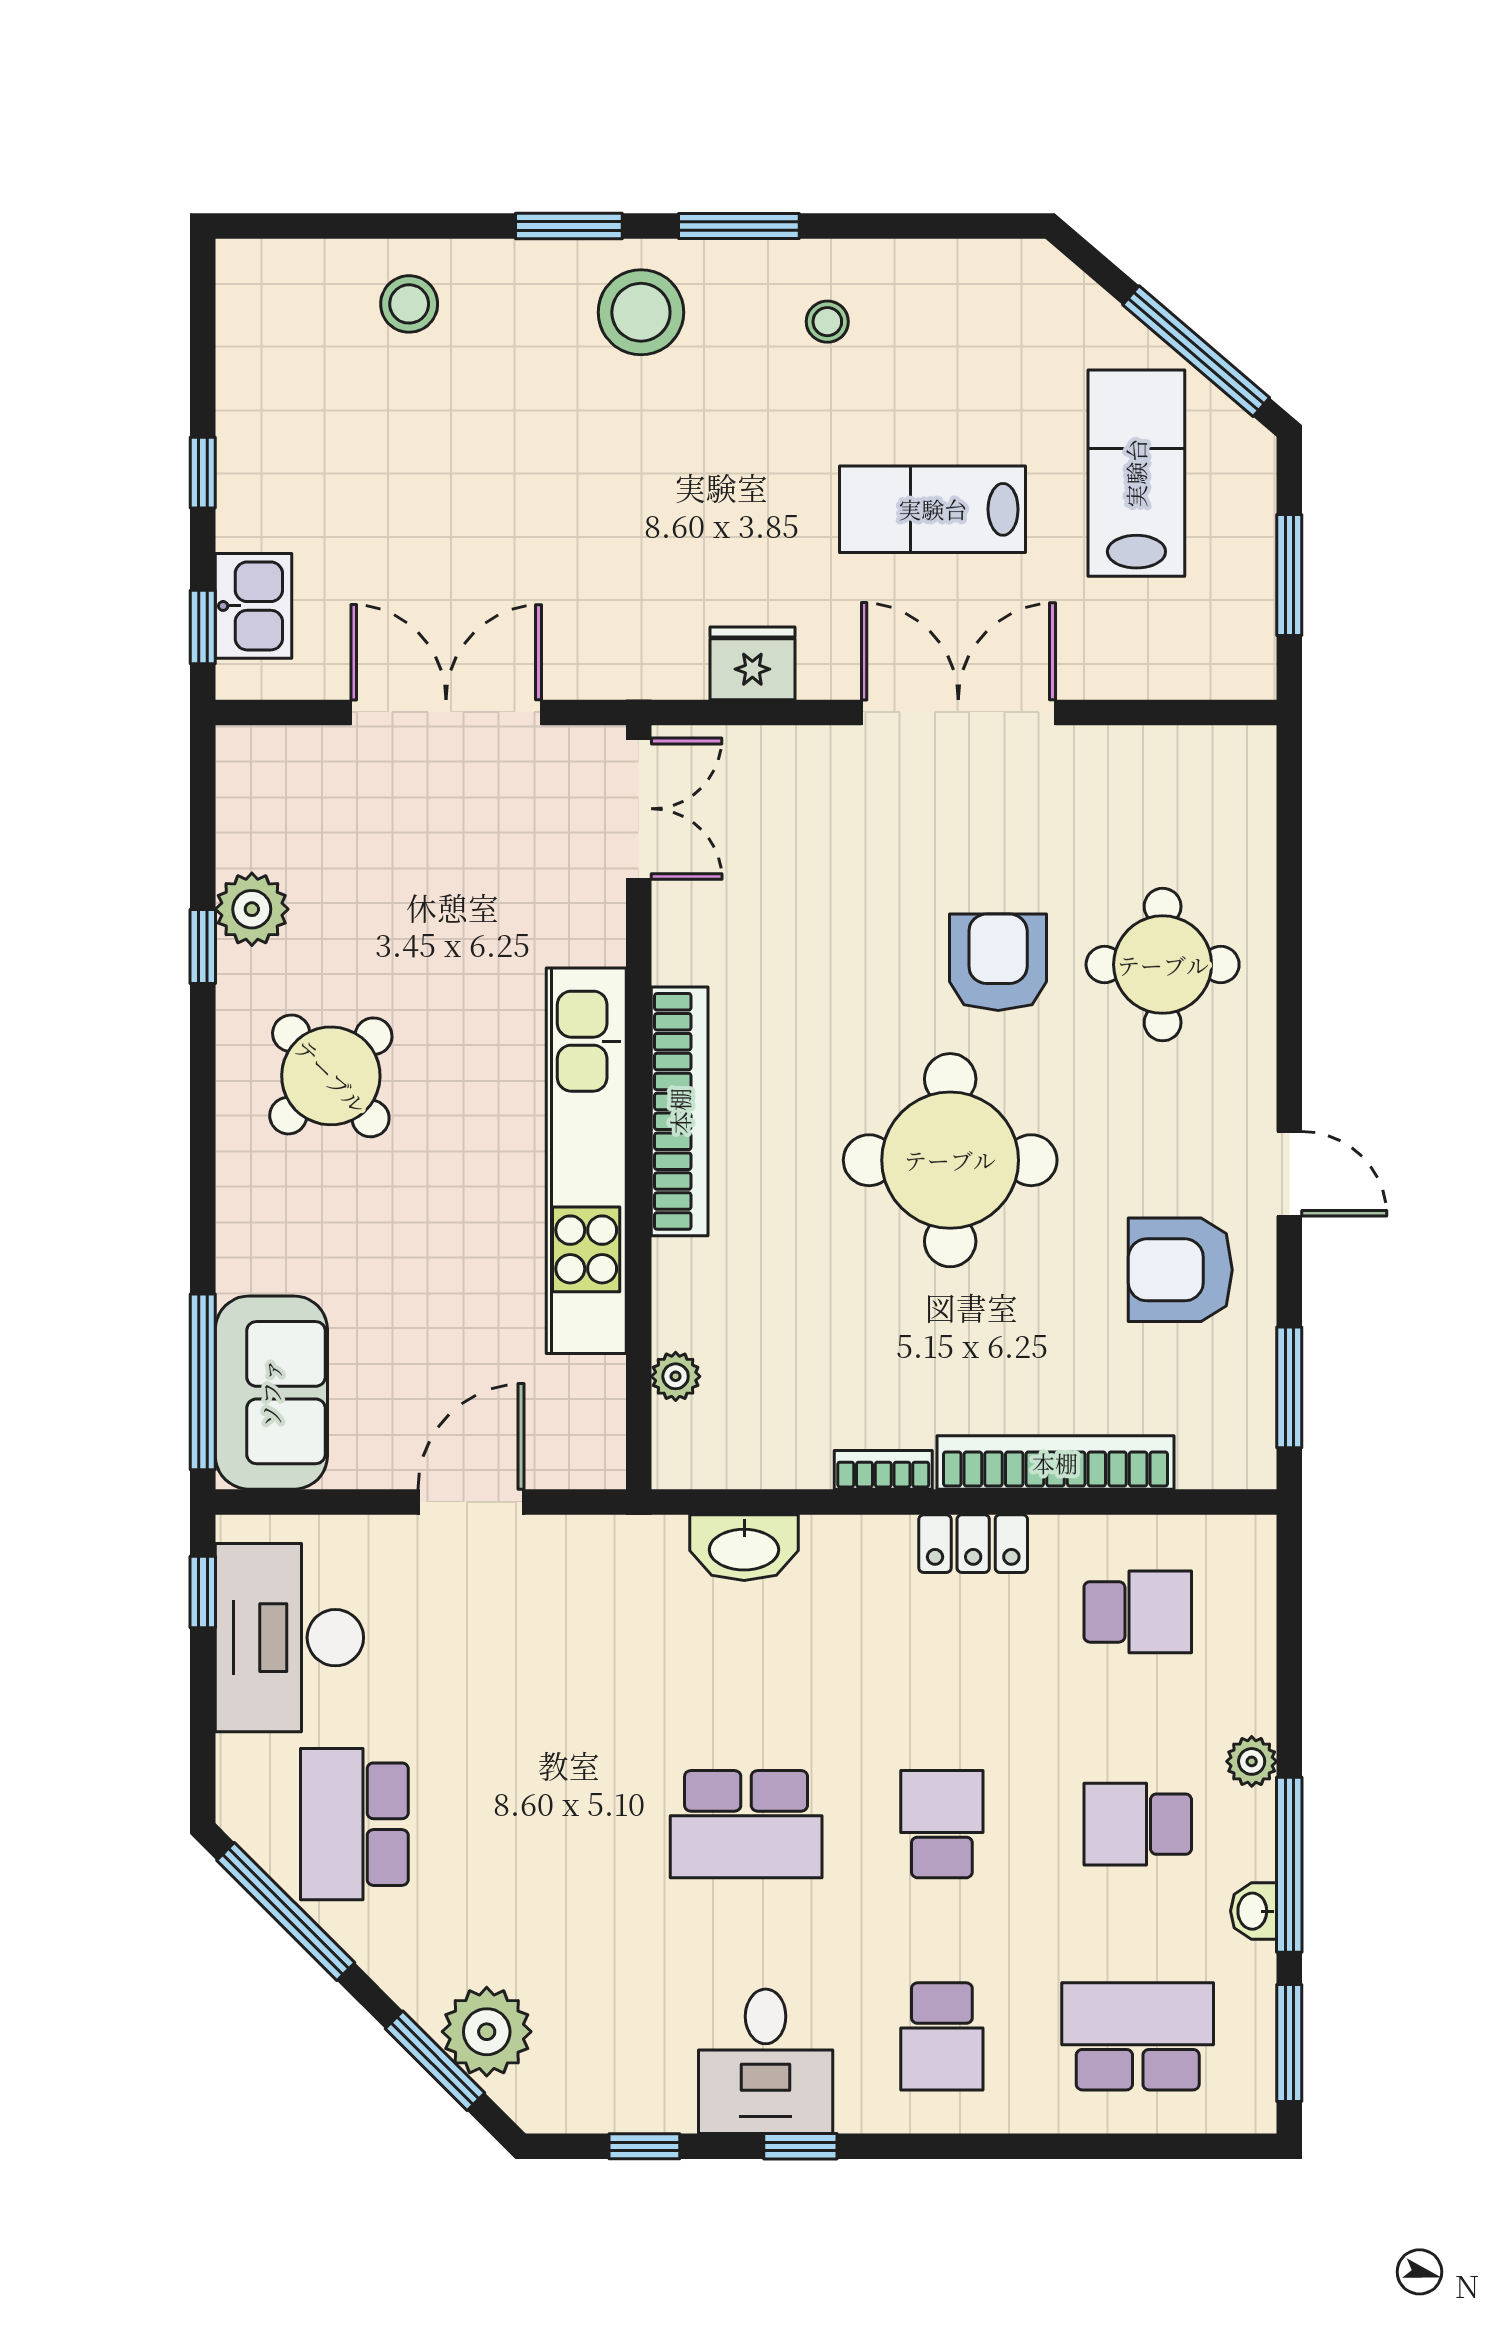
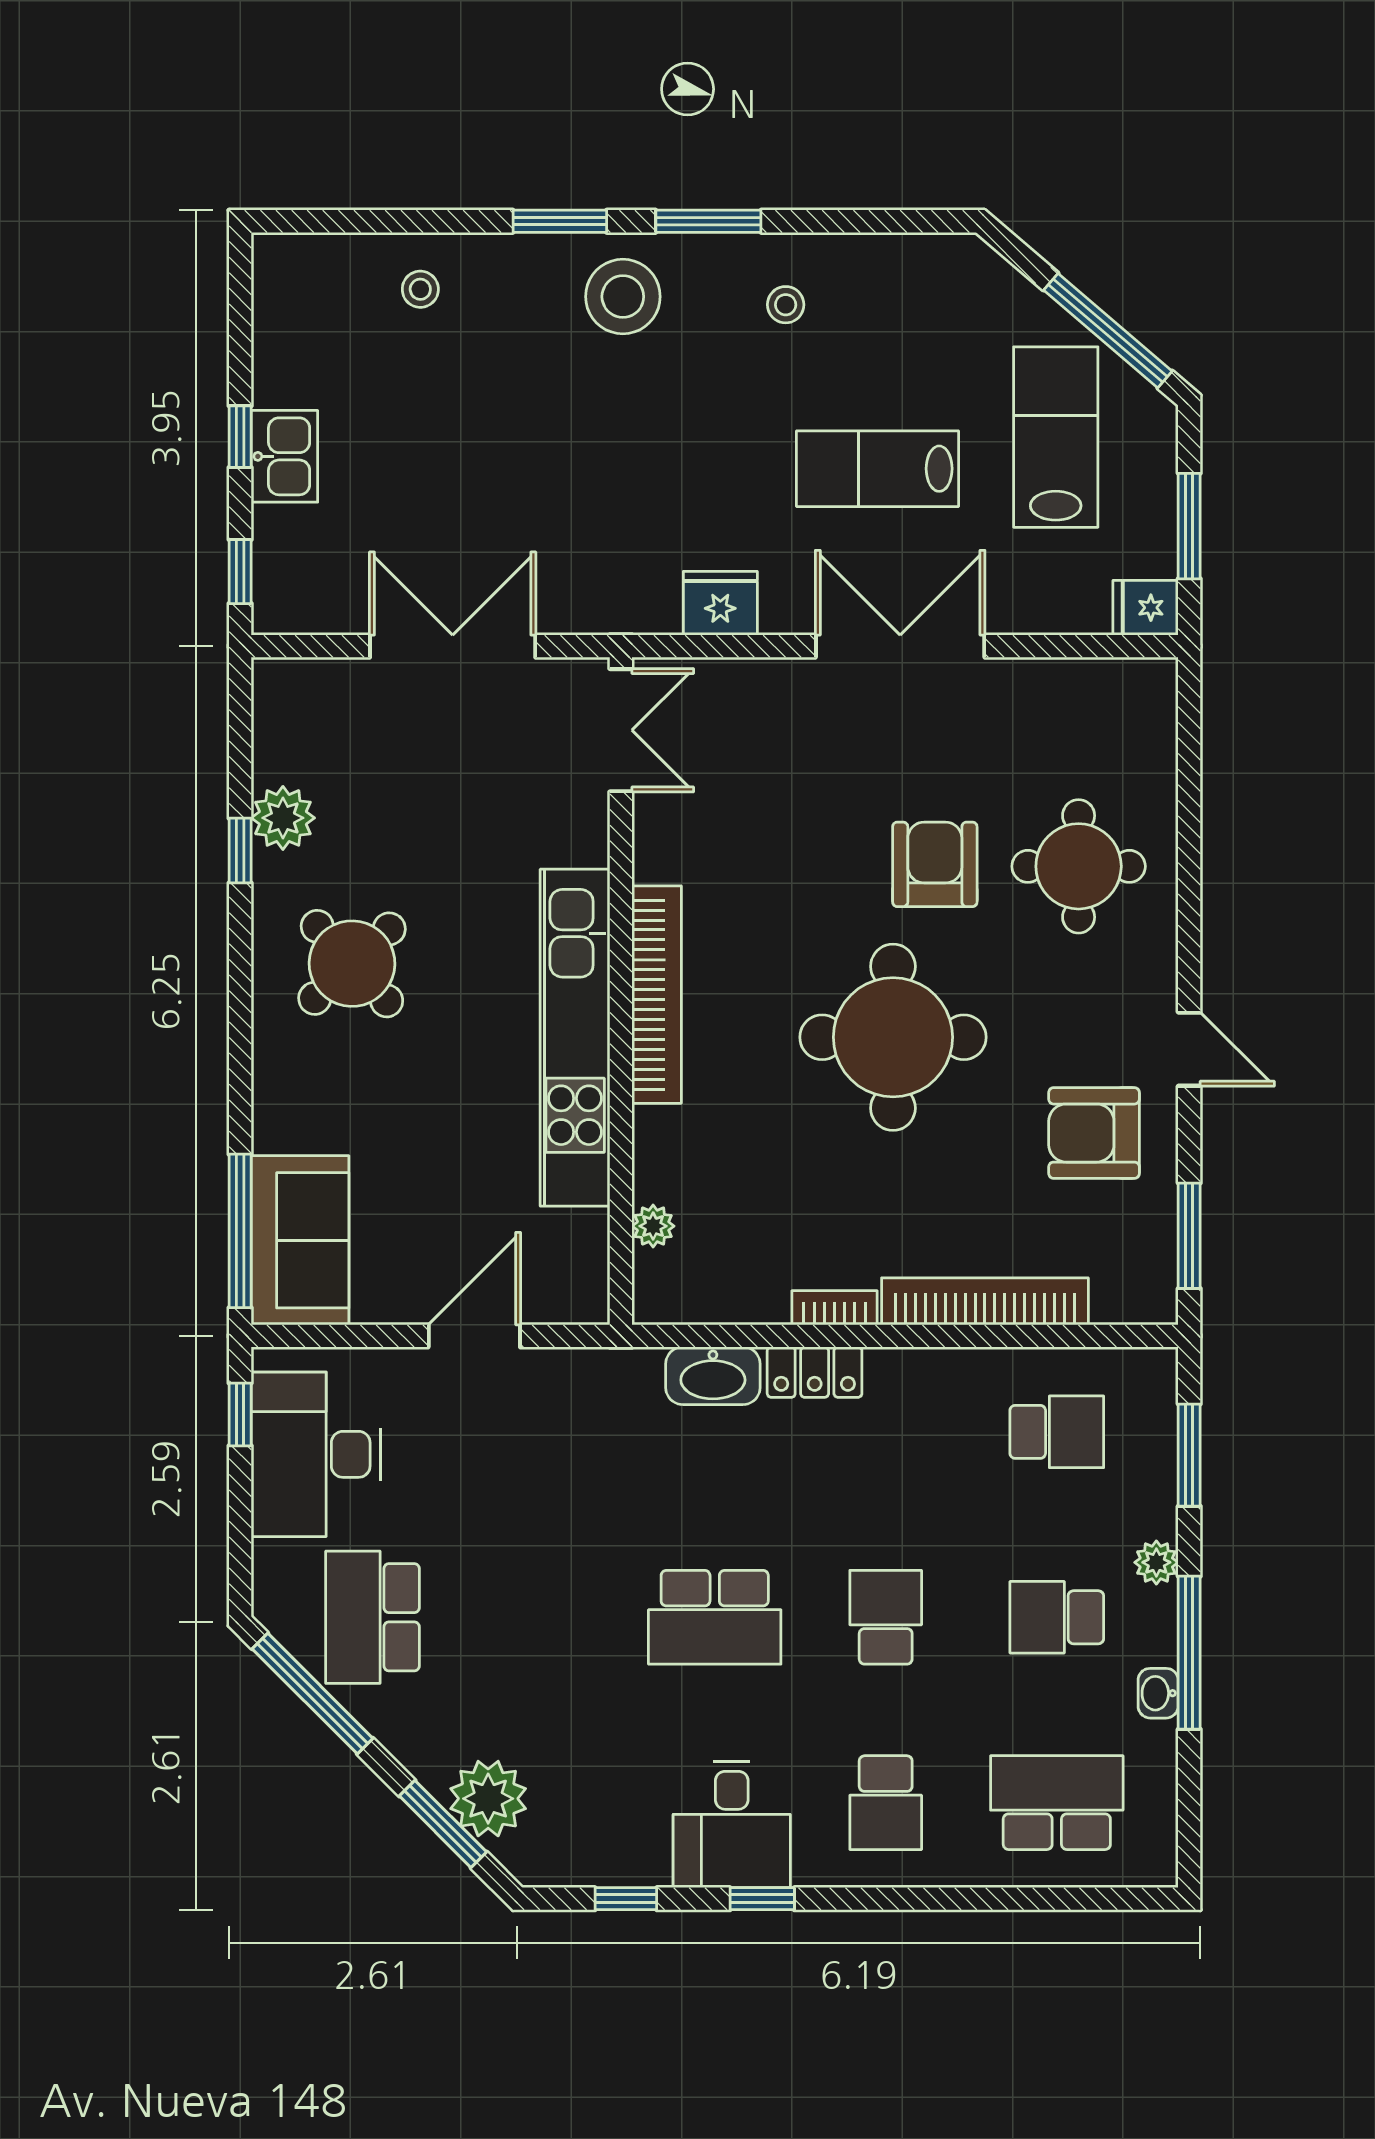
stool: (409, 304) -> (420, 289), width x0.73, depth x0.73
kitchen sink: (254, 606) -> (284, 456), moved
fridge: (1239, 668) -> (1146, 608), added
locker: (973, 1544) -> (815, 1372), moved
window: (1289, 2043) -> (1189, 1455), moved

